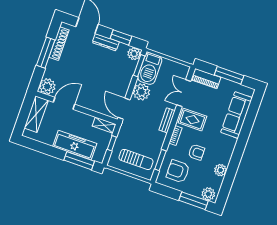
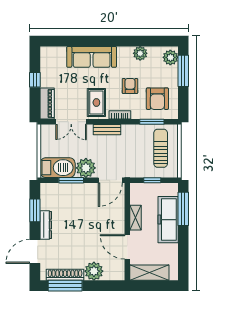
window: (46, 53) -> (65, 286), moved
plant: (134, 54) -> (47, 190), removed
window: (139, 66) -> (71, 180), moved
window: (229, 75) -> (35, 80), width x0.46
plant: (47, 86) -> (94, 271), moved
sofa: (236, 115) -> (92, 57), moved
shelving: (104, 125) -> (136, 218), moved

